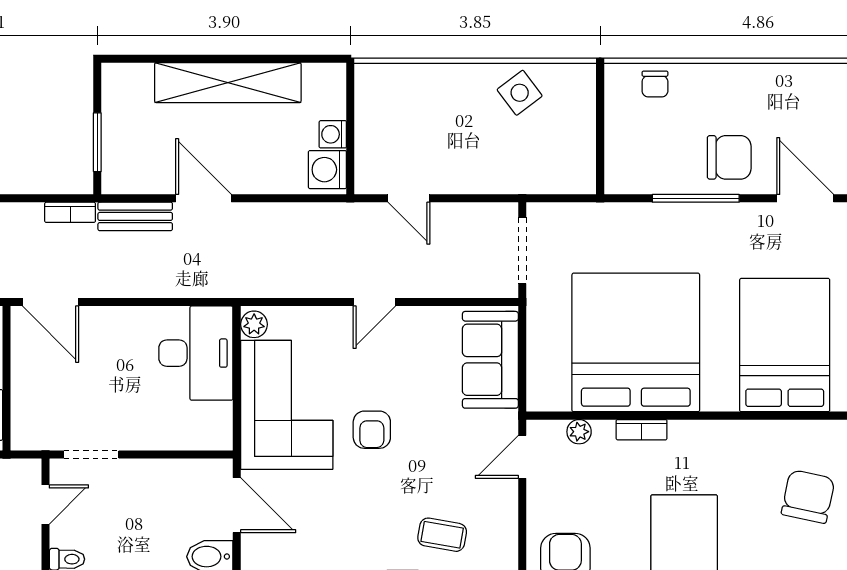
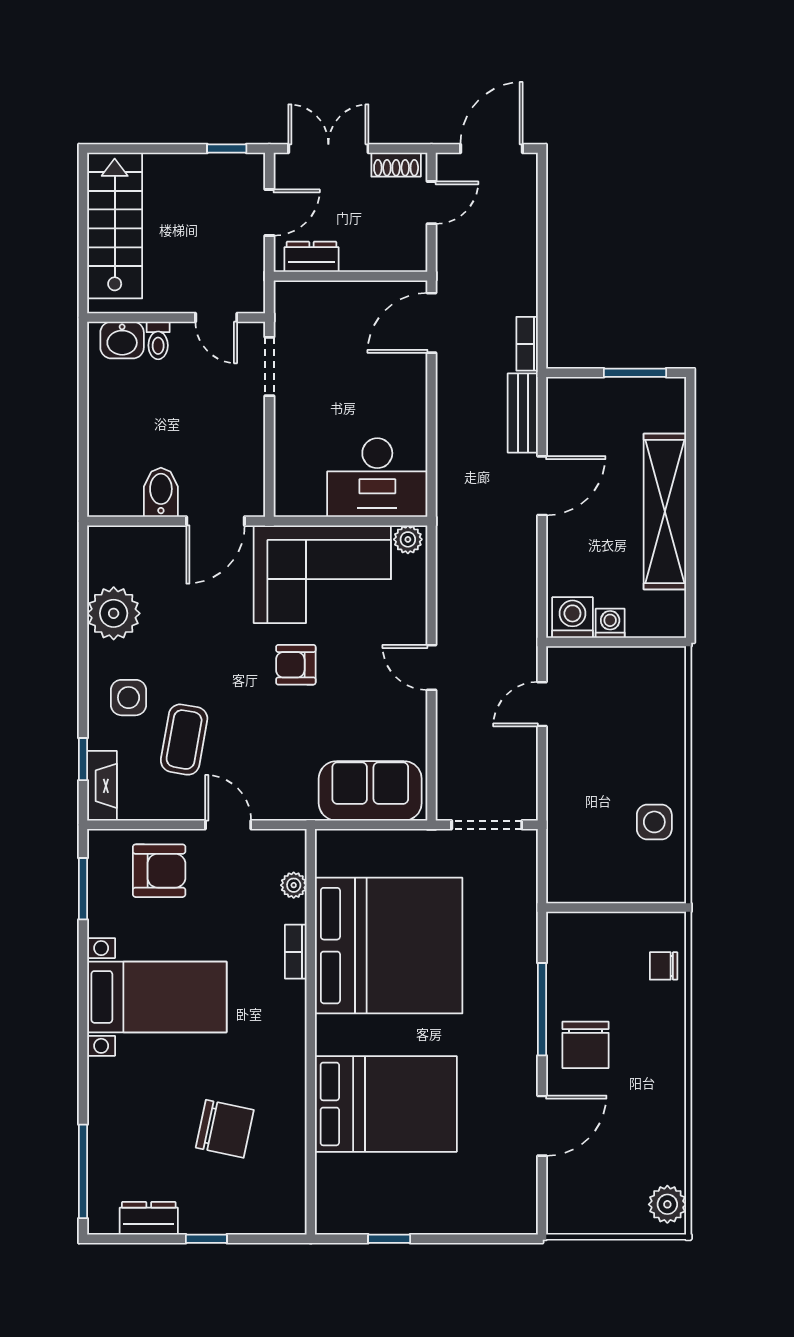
side table: (520, 93) -> (654, 822), turned 37
window: (97, 142) -> (635, 373), moved
door: (522, 457) -> (228, 825), moved
coffee table: (442, 535) -> (184, 740), width x1.36, depth x1.30

